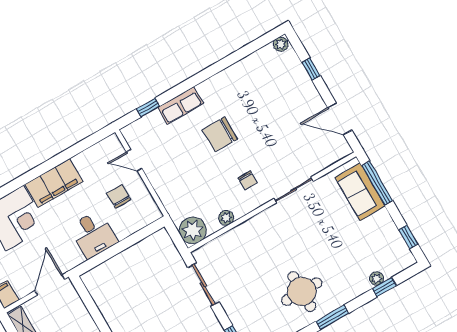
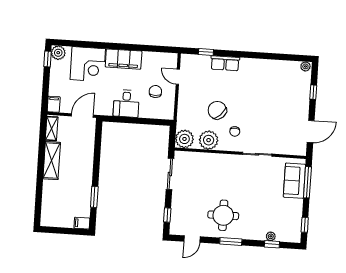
door: (340, 119) -> (311, 131), swing flipped
chair: (220, 134) -> (217, 110), moved, turned 46
plant: (226, 218) -> (209, 140), width x1.88, depth x1.88

